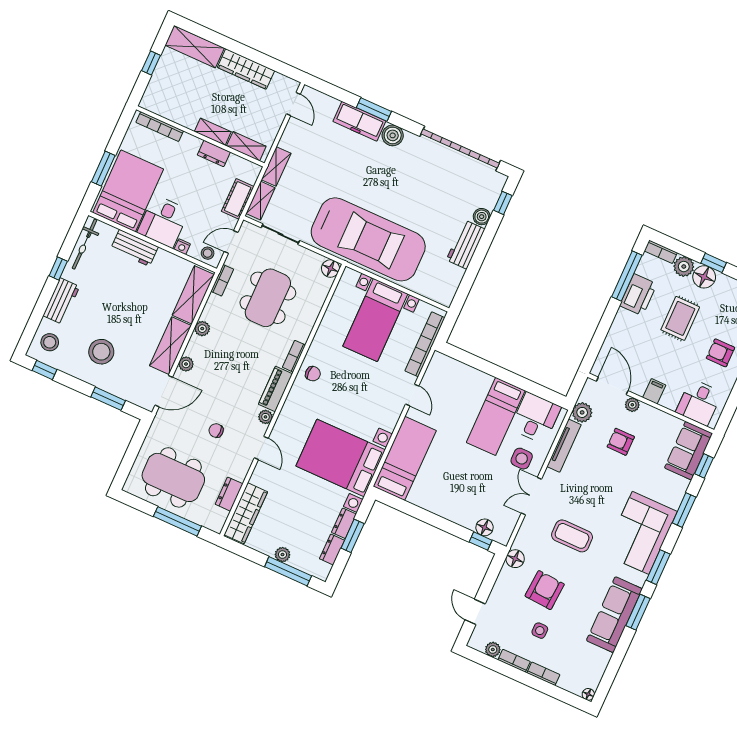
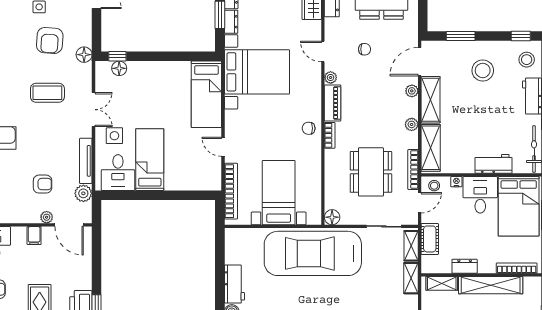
shelving: (213, 132) -> (491, 285), width x2.20, depth x1.33
bookcase: (222, 280) -> (413, 170), width x1.56

